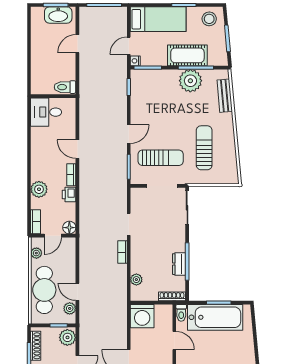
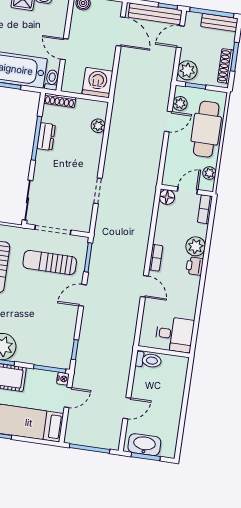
printer: (69, 194) -> (195, 266), moved, turned 180
bookcase: (122, 252) -> (110, 160), removed
door: (77, 292) -> (168, 121), hinge flipped

